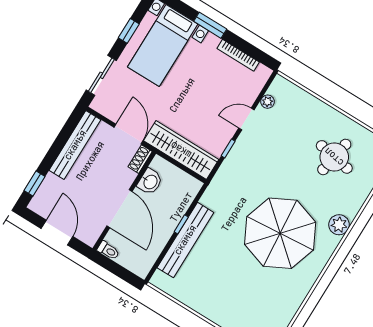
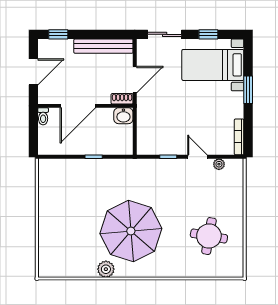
bookcase: (238, 55) -> (239, 137), moved
wardrobe: (181, 150) -> (147, 124), removed
washbasin: (150, 182) -> (123, 116), moved
plant: (339, 225) -> (106, 269), moved
bench: (185, 240) -> (84, 167), removed

